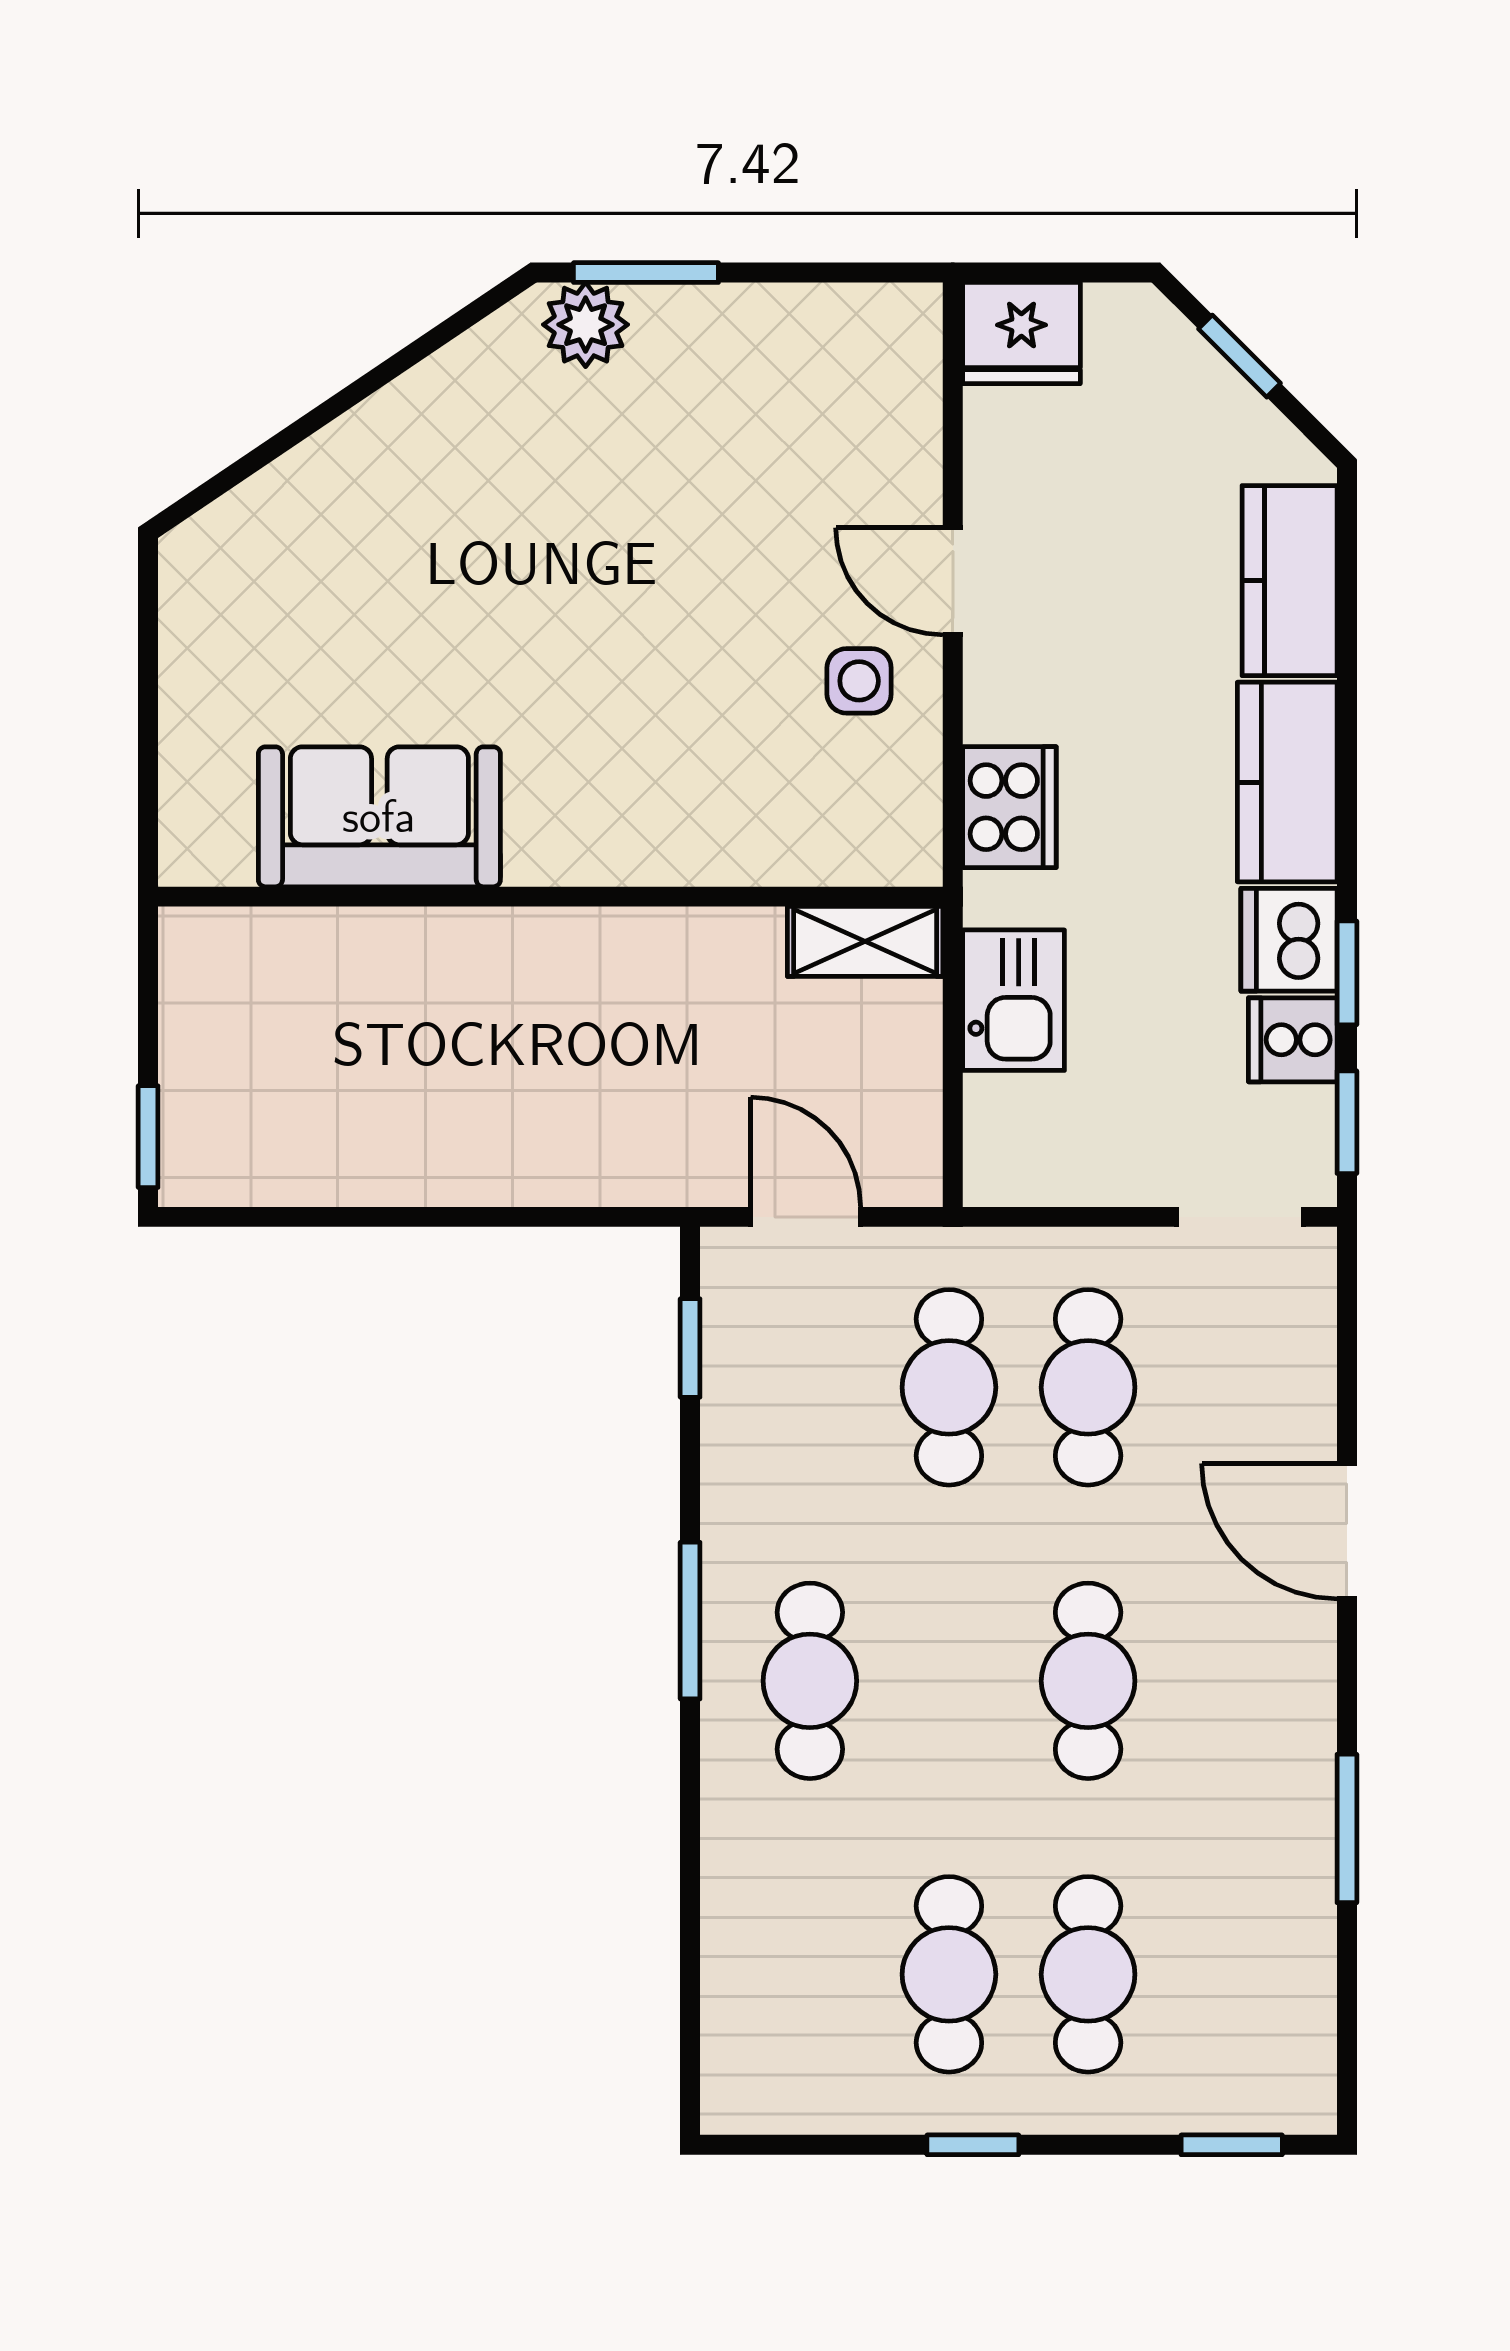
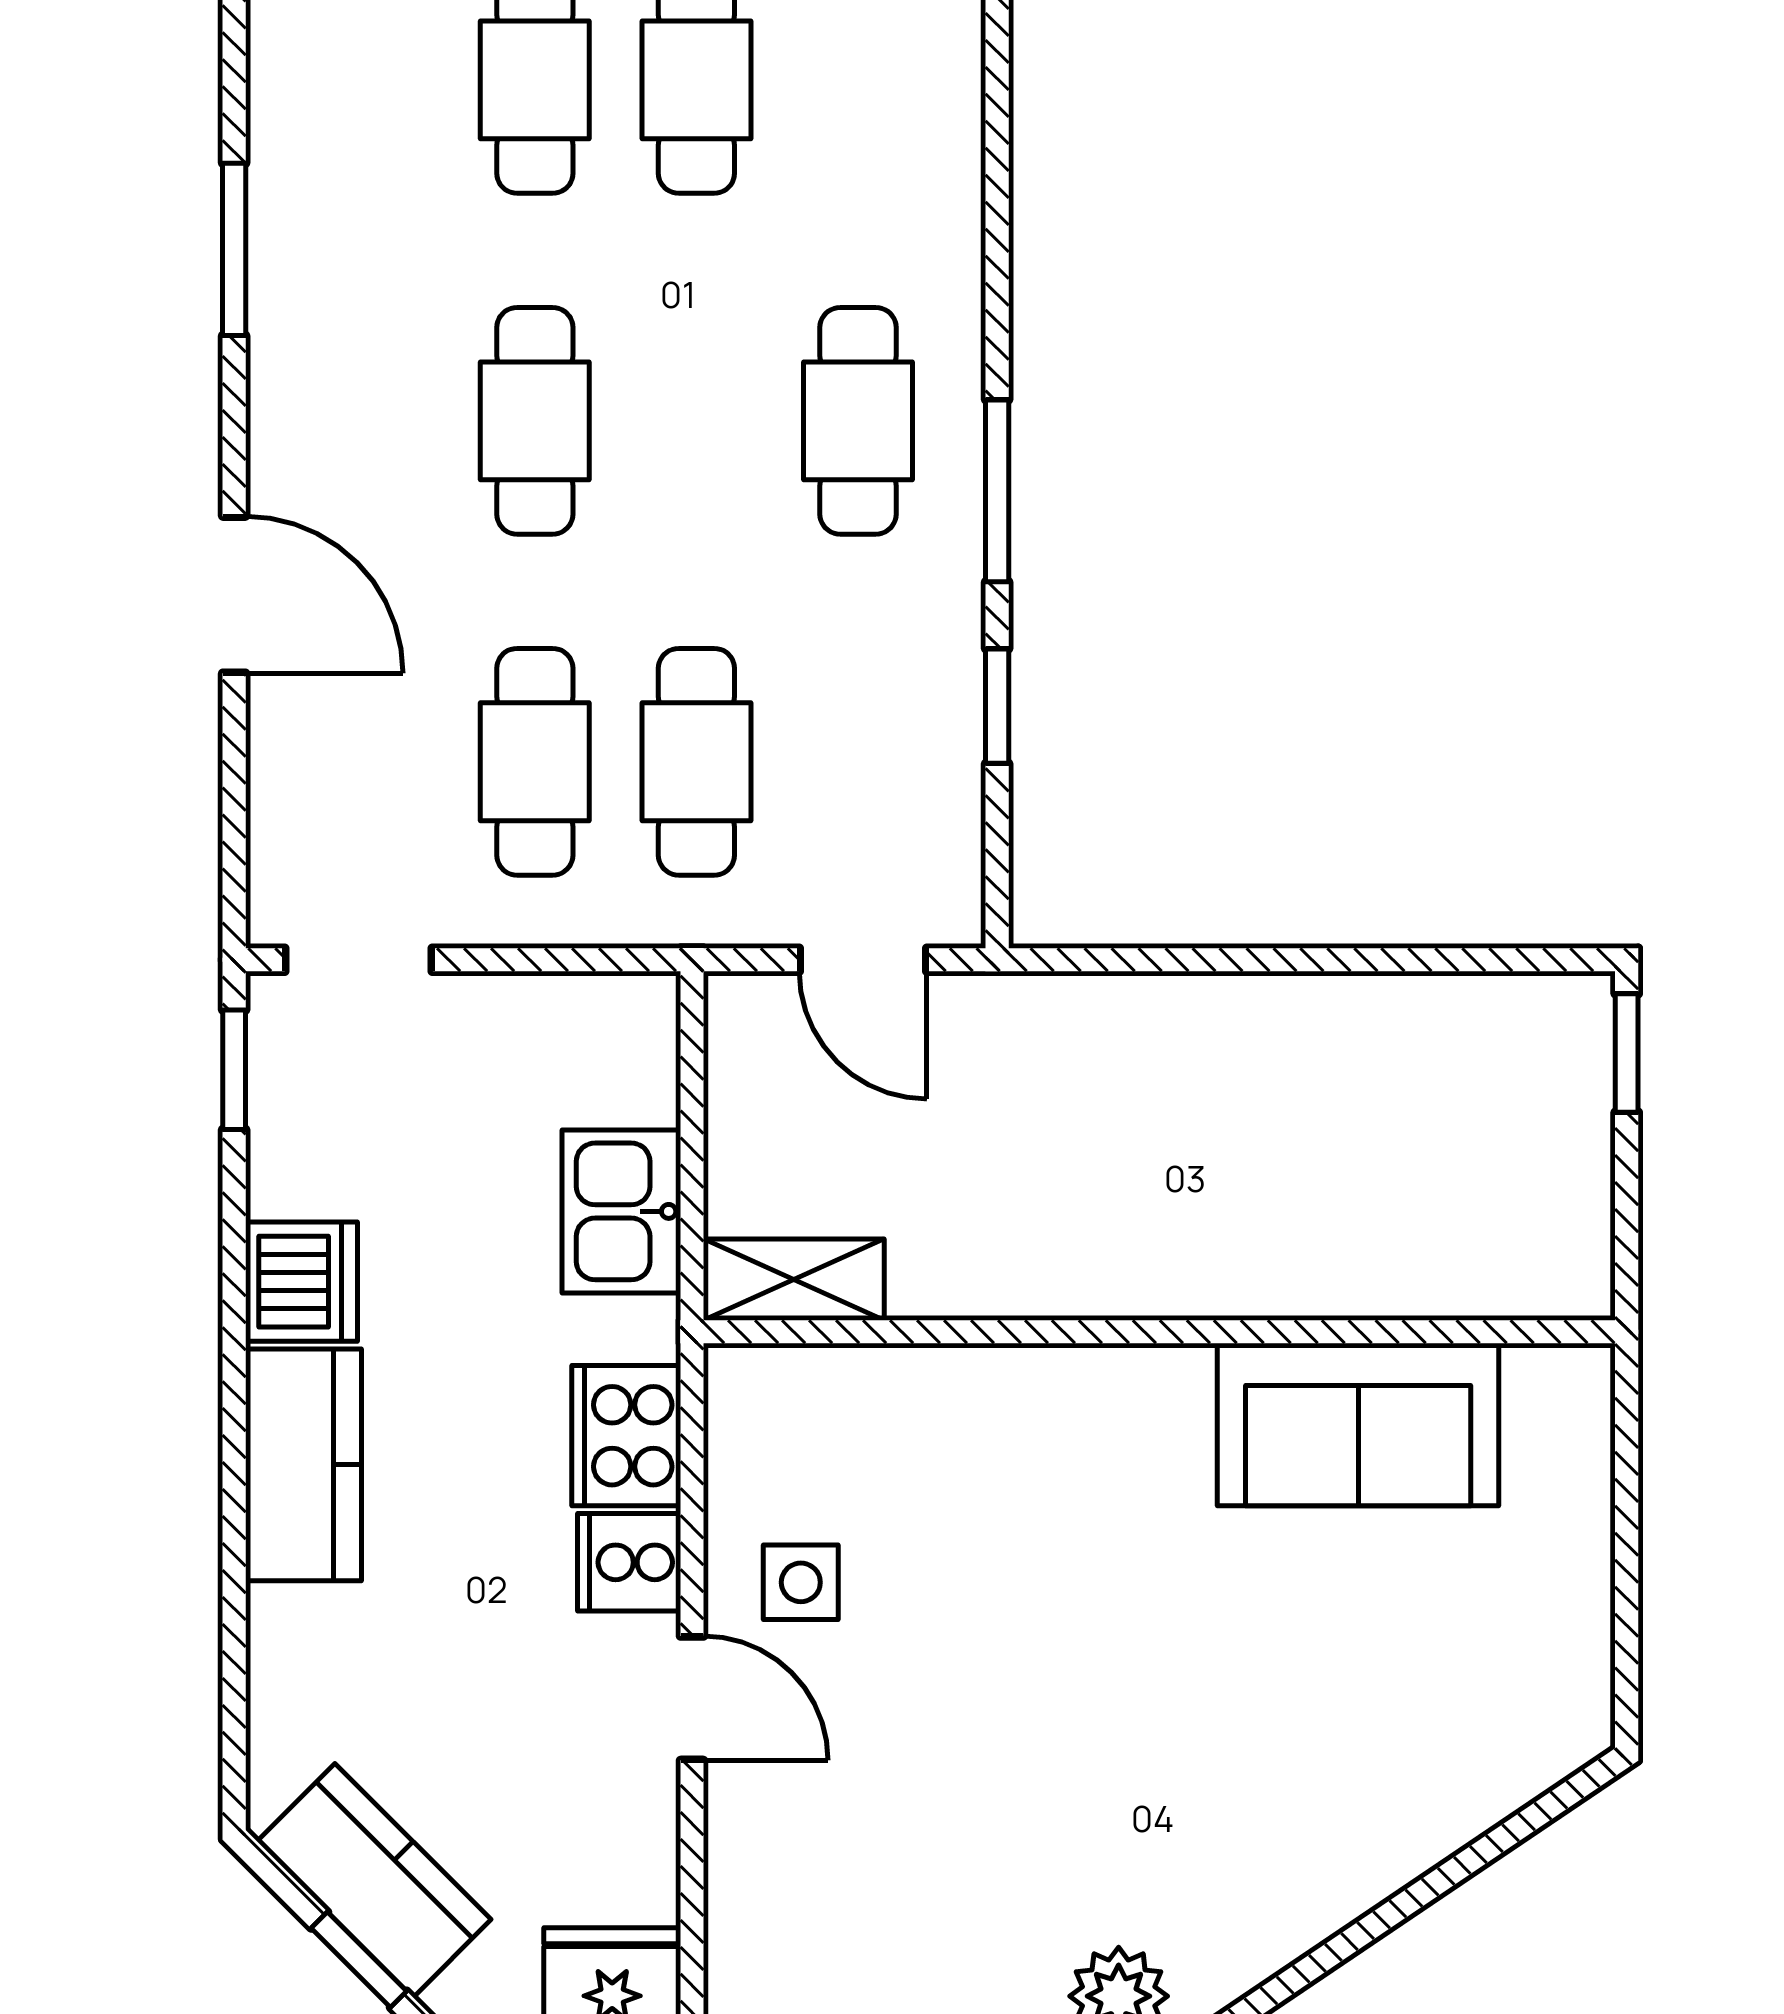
kitchen counter: (1290, 581) -> (374, 1880), moved, turned -45
window: (1347, 973) -> (234, 1243), removed
cooker: (1293, 1040) -> (629, 1562), moved, turned 180
window: (690, 1348) -> (997, 706), moved

